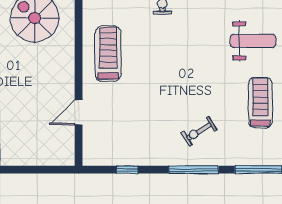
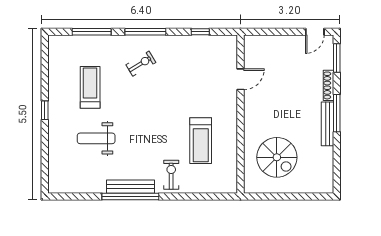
treadmill: (108, 54) -> (201, 141), moved
treadmill: (260, 103) -> (90, 87), turned 180

